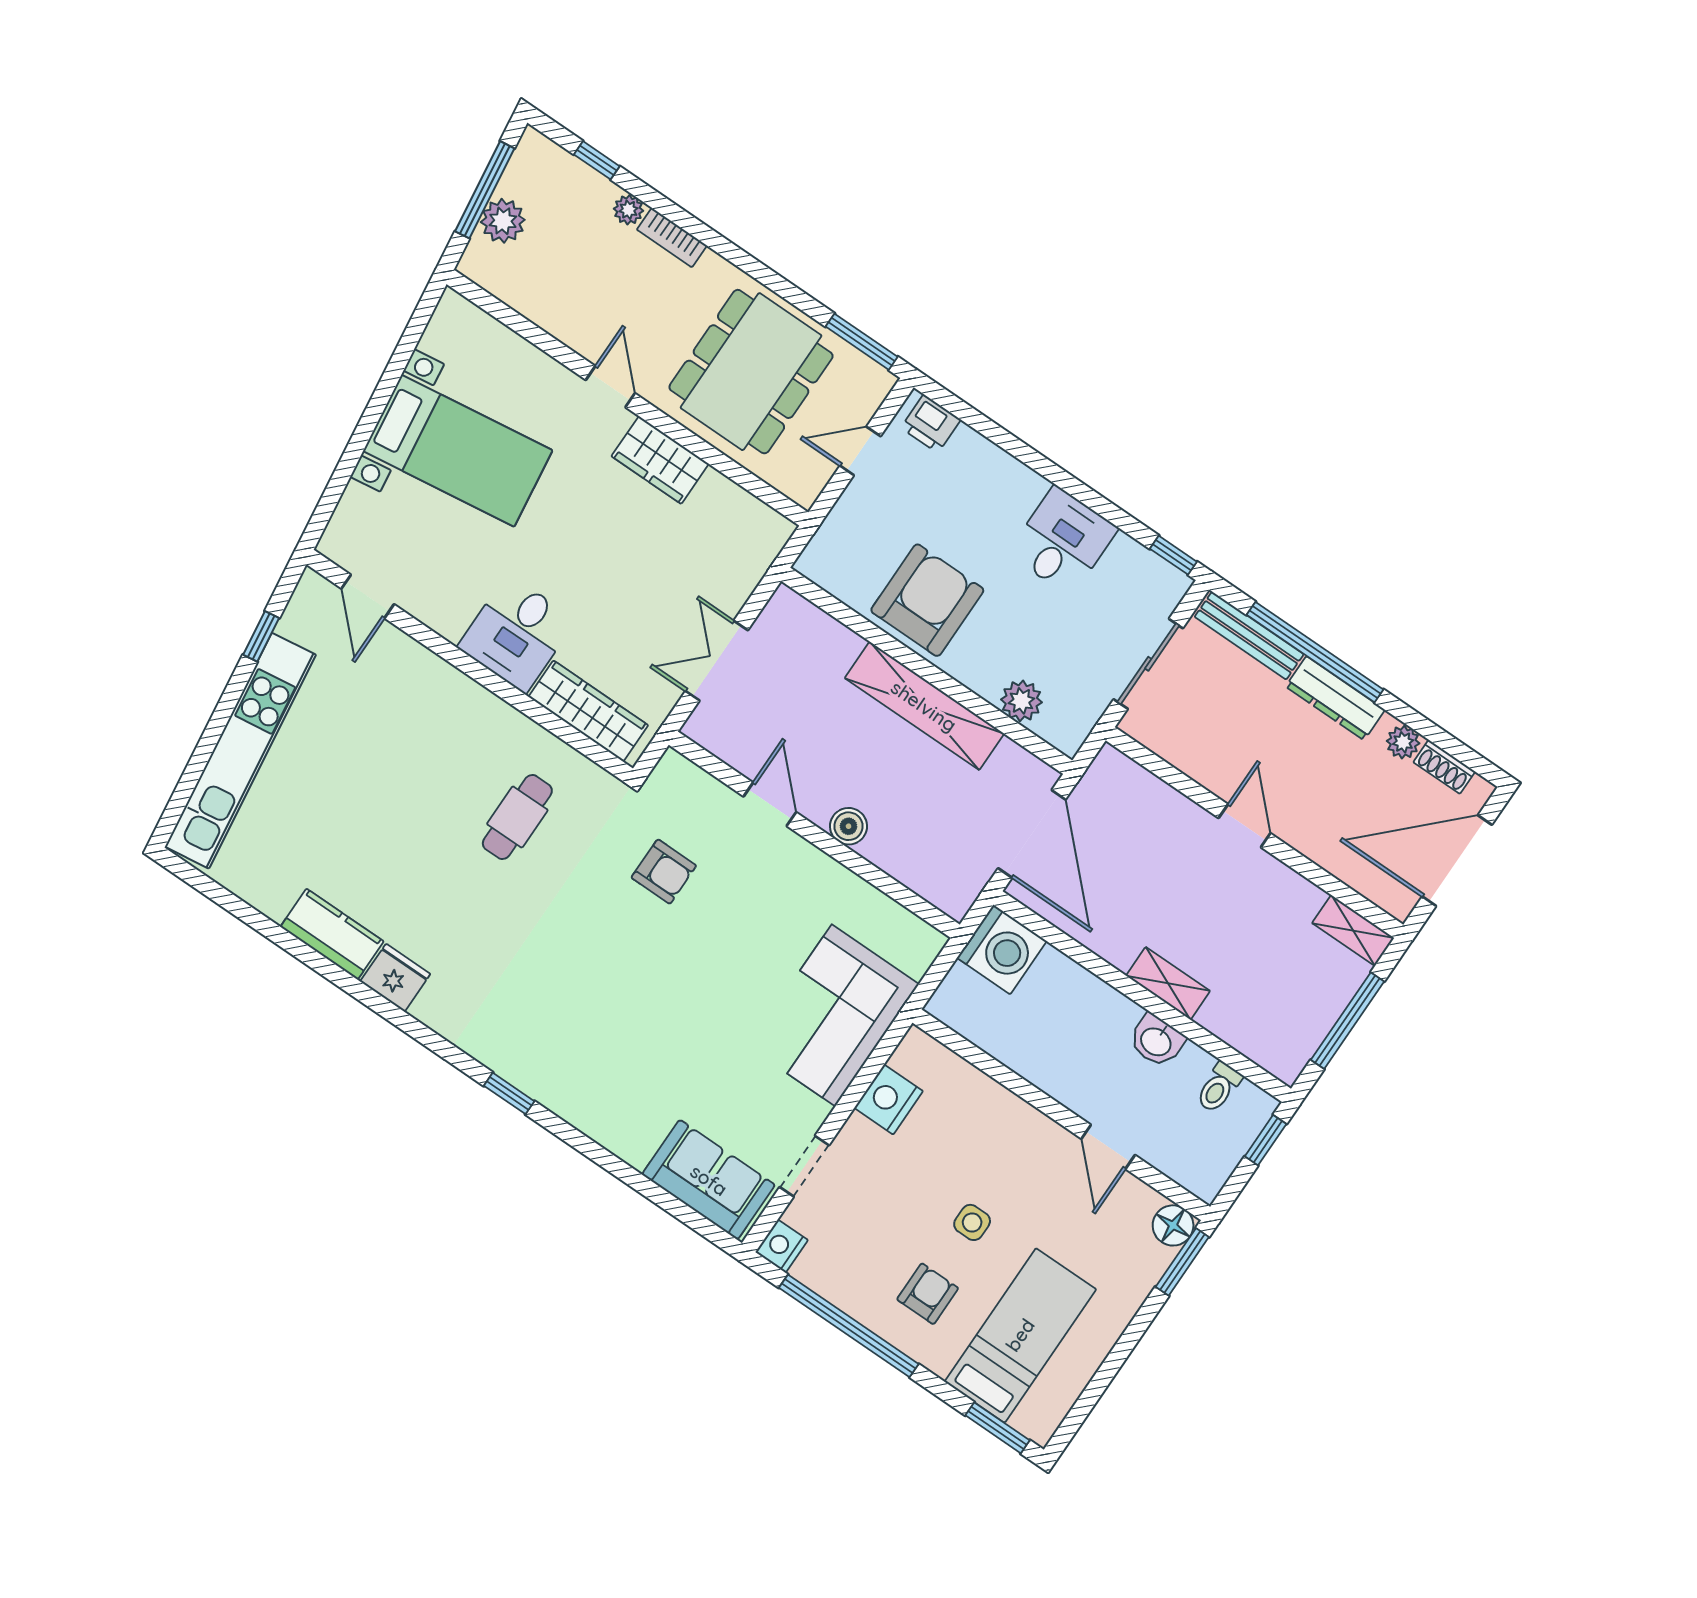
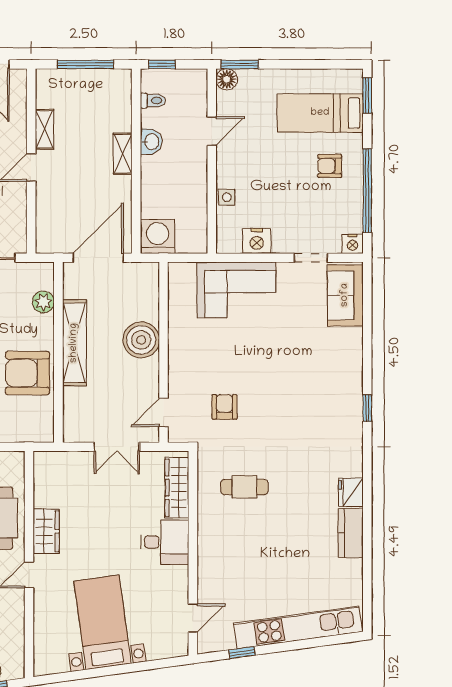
door: (770, 804) -> (163, 412), moved
boiler: (849, 826) -> (141, 340), width x1.86, depth x1.86
shelving: (1353, 931) -> (44, 129), moved
side table: (972, 1222) -> (227, 197), moved

